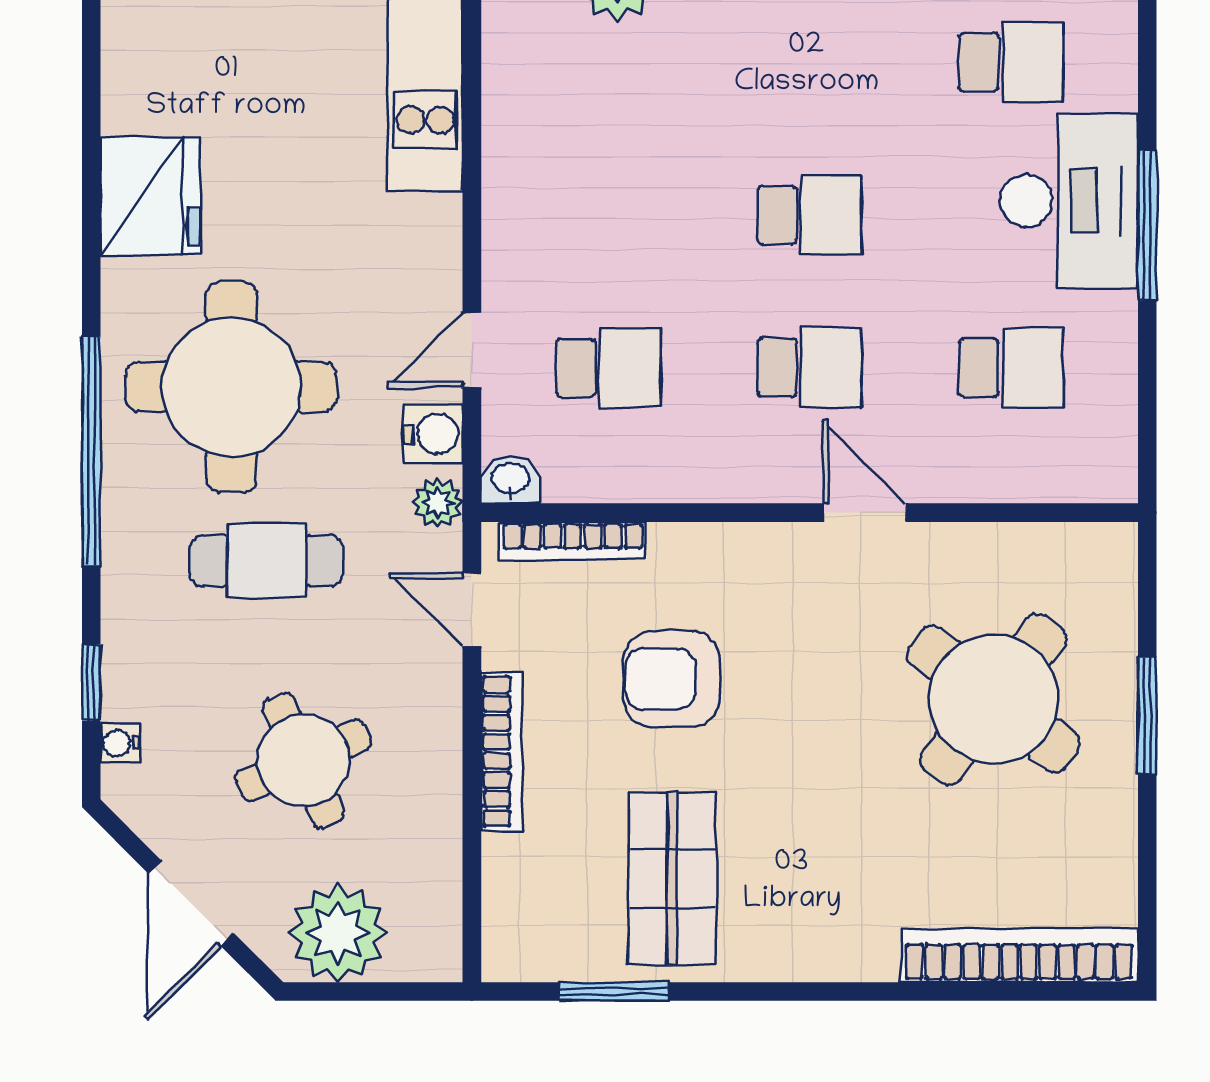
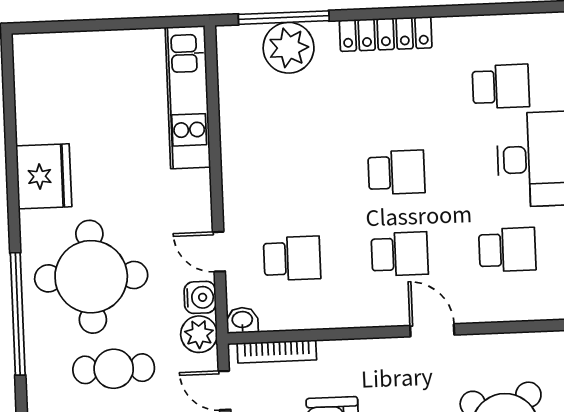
door: (472, 350) -> (219, 252), hinge flipped
plant: (438, 502) -> (199, 334), width x1.38, depth x1.38

